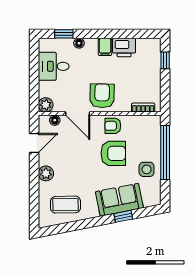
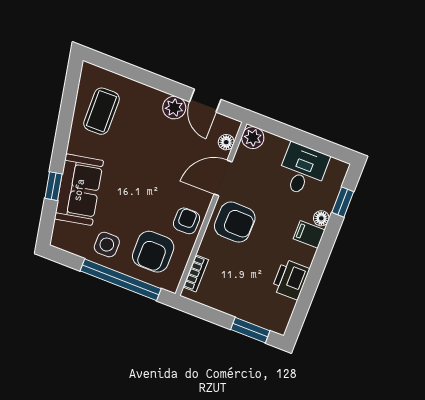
filing cabinet: (105, 47) -> (309, 234), moved
window: (165, 60) -> (250, 330), width x1.50
armchair: (113, 153) -> (153, 252), moved
plant: (46, 173) -> (174, 108), moved

